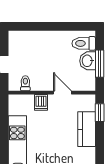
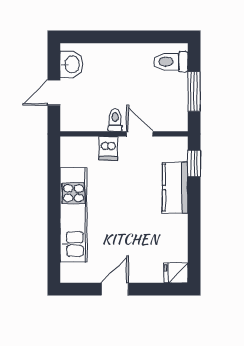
washbasin: (88, 61) -> (72, 64), moved, turned 180
toilet: (25, 83) -> (115, 120), moved

